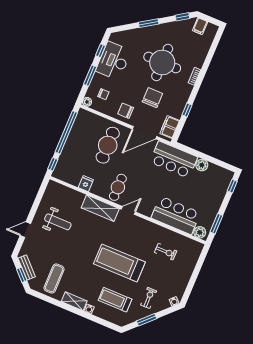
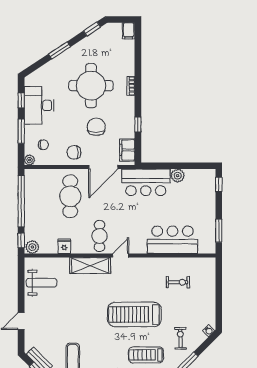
filing cabinet: (200, 26) -> (129, 31), moved
weight bench: (58, 222) -> (42, 283), moved
plant: (200, 232) -> (32, 247), moved

